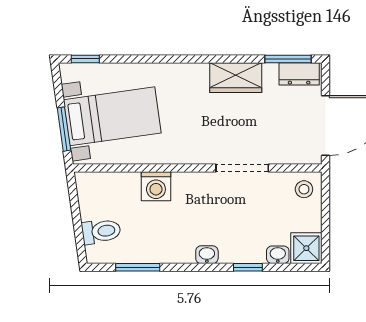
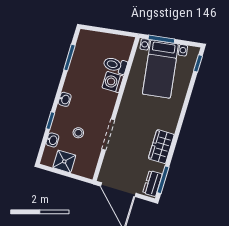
stool: (304, 189) -> (78, 133), moved
toilet: (101, 231) -> (115, 65), moved, turned 98
shower: (306, 248) -> (64, 161), moved

